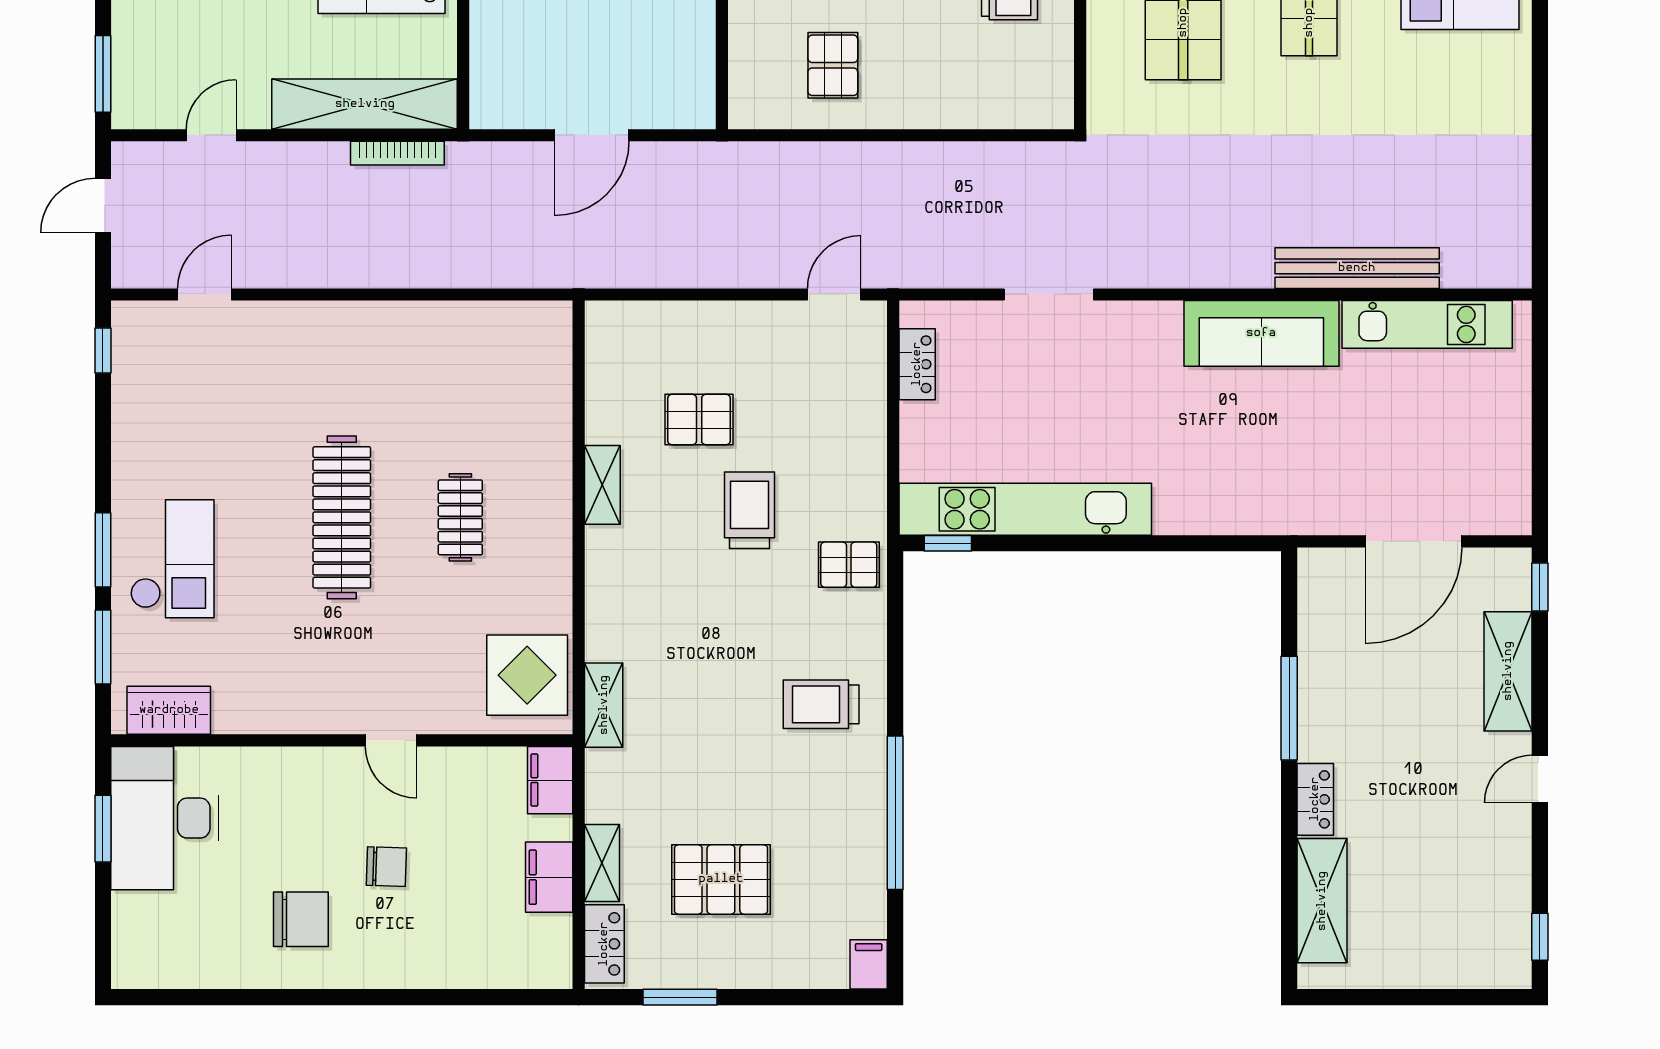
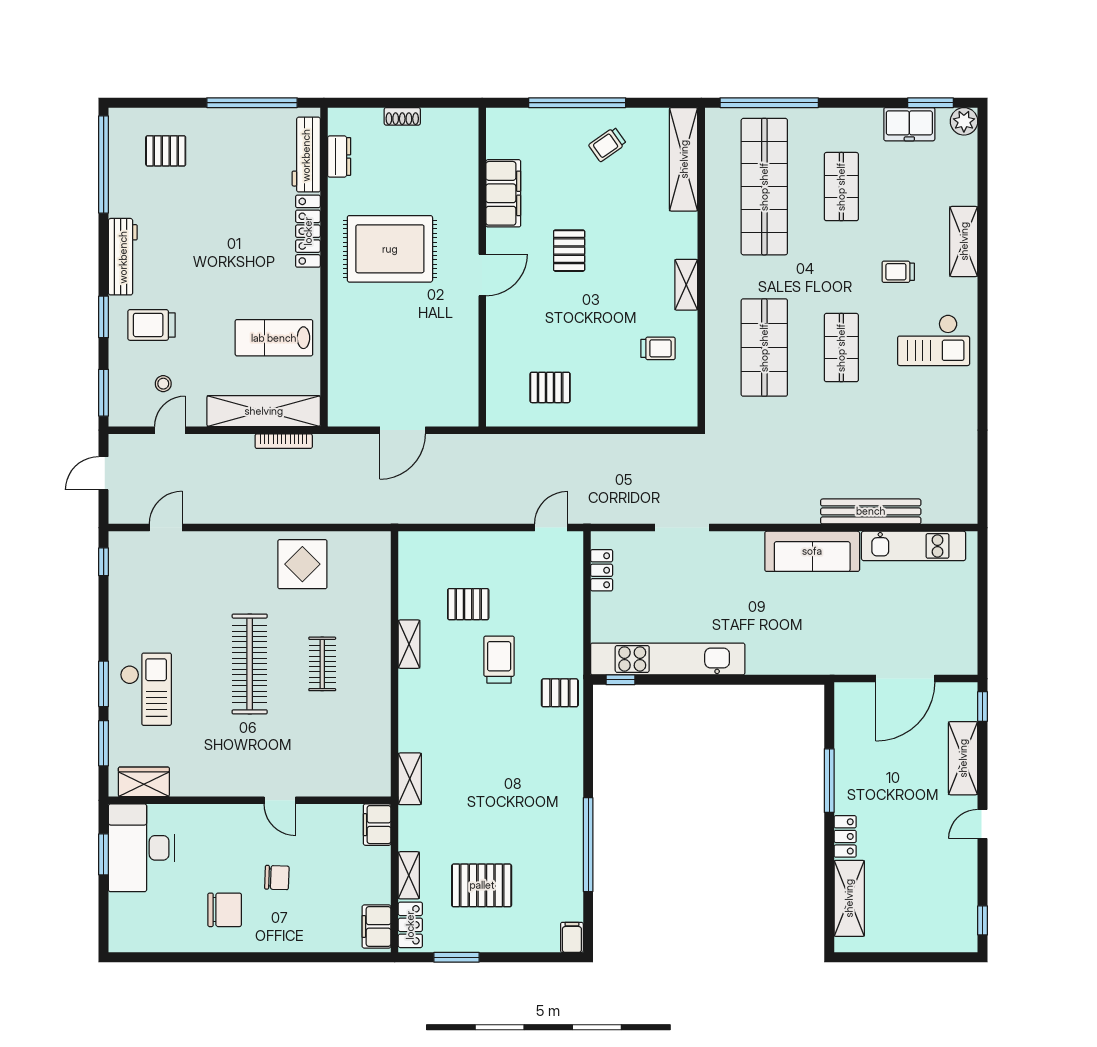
stool: (201, 59) -> (163, 384), added
pallet: (833, 65) -> (550, 387), turned 90
display table: (527, 675) -> (302, 564), moved
trolley: (821, 704) -> (543, 778), removed
filing cabinet: (549, 877) -> (377, 926), moved

